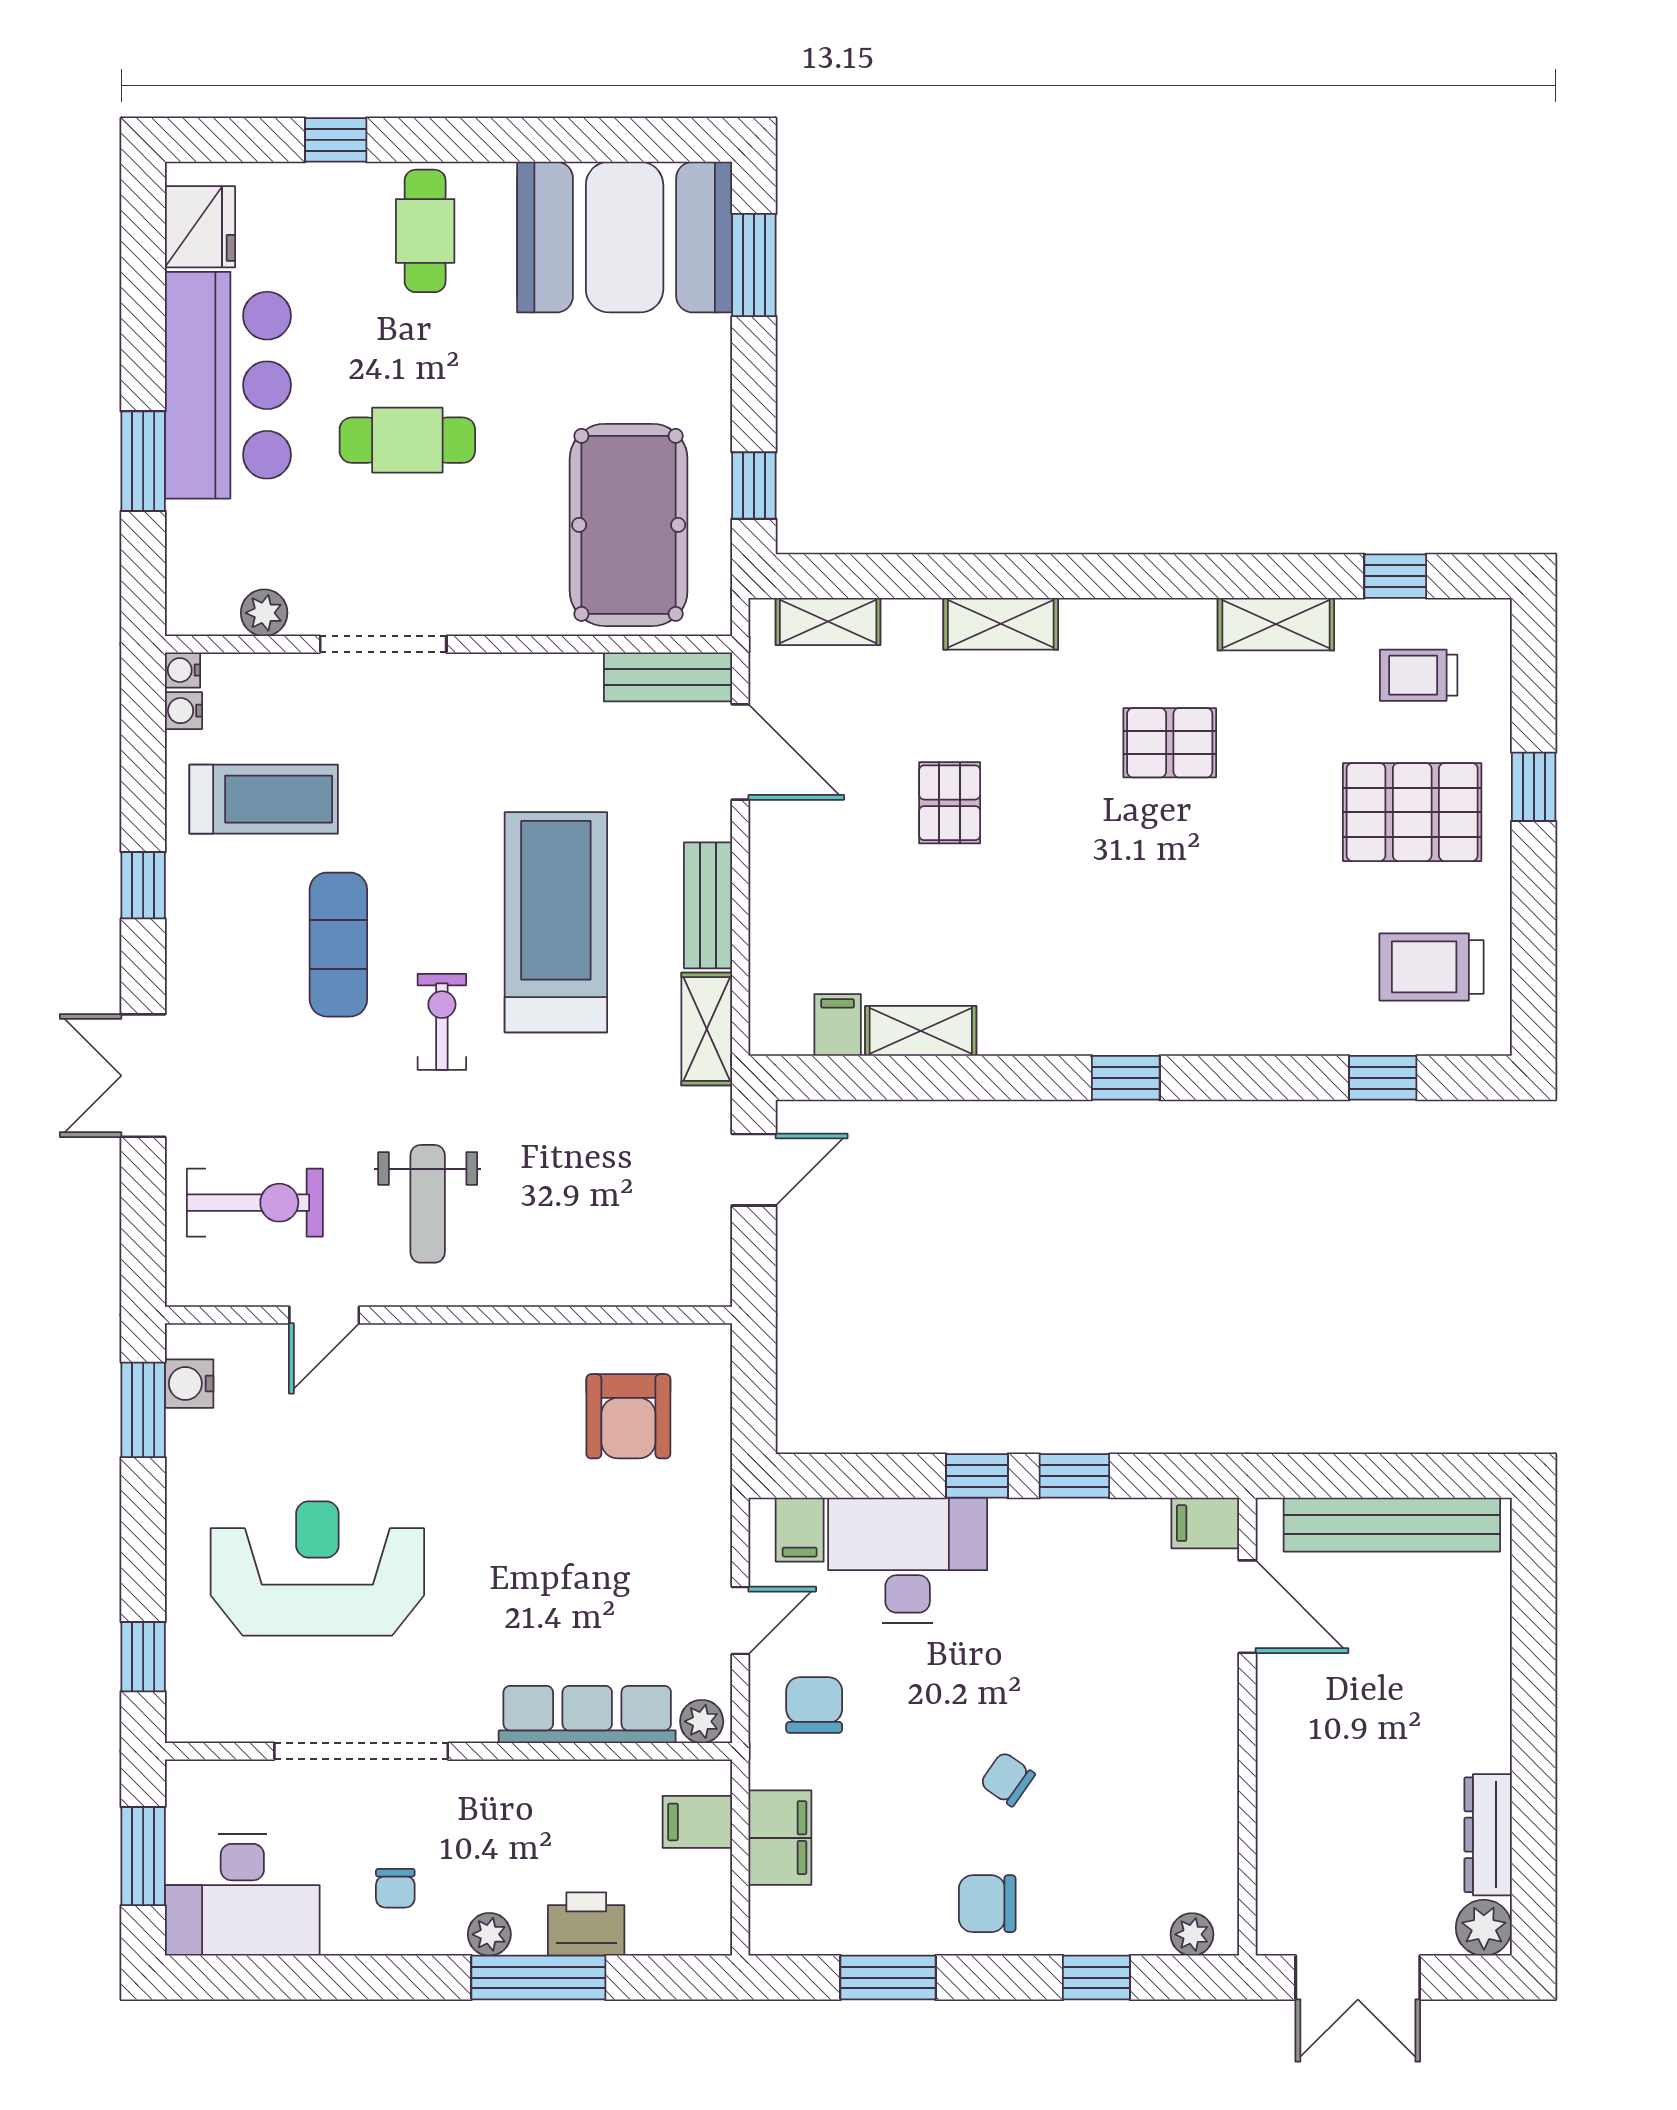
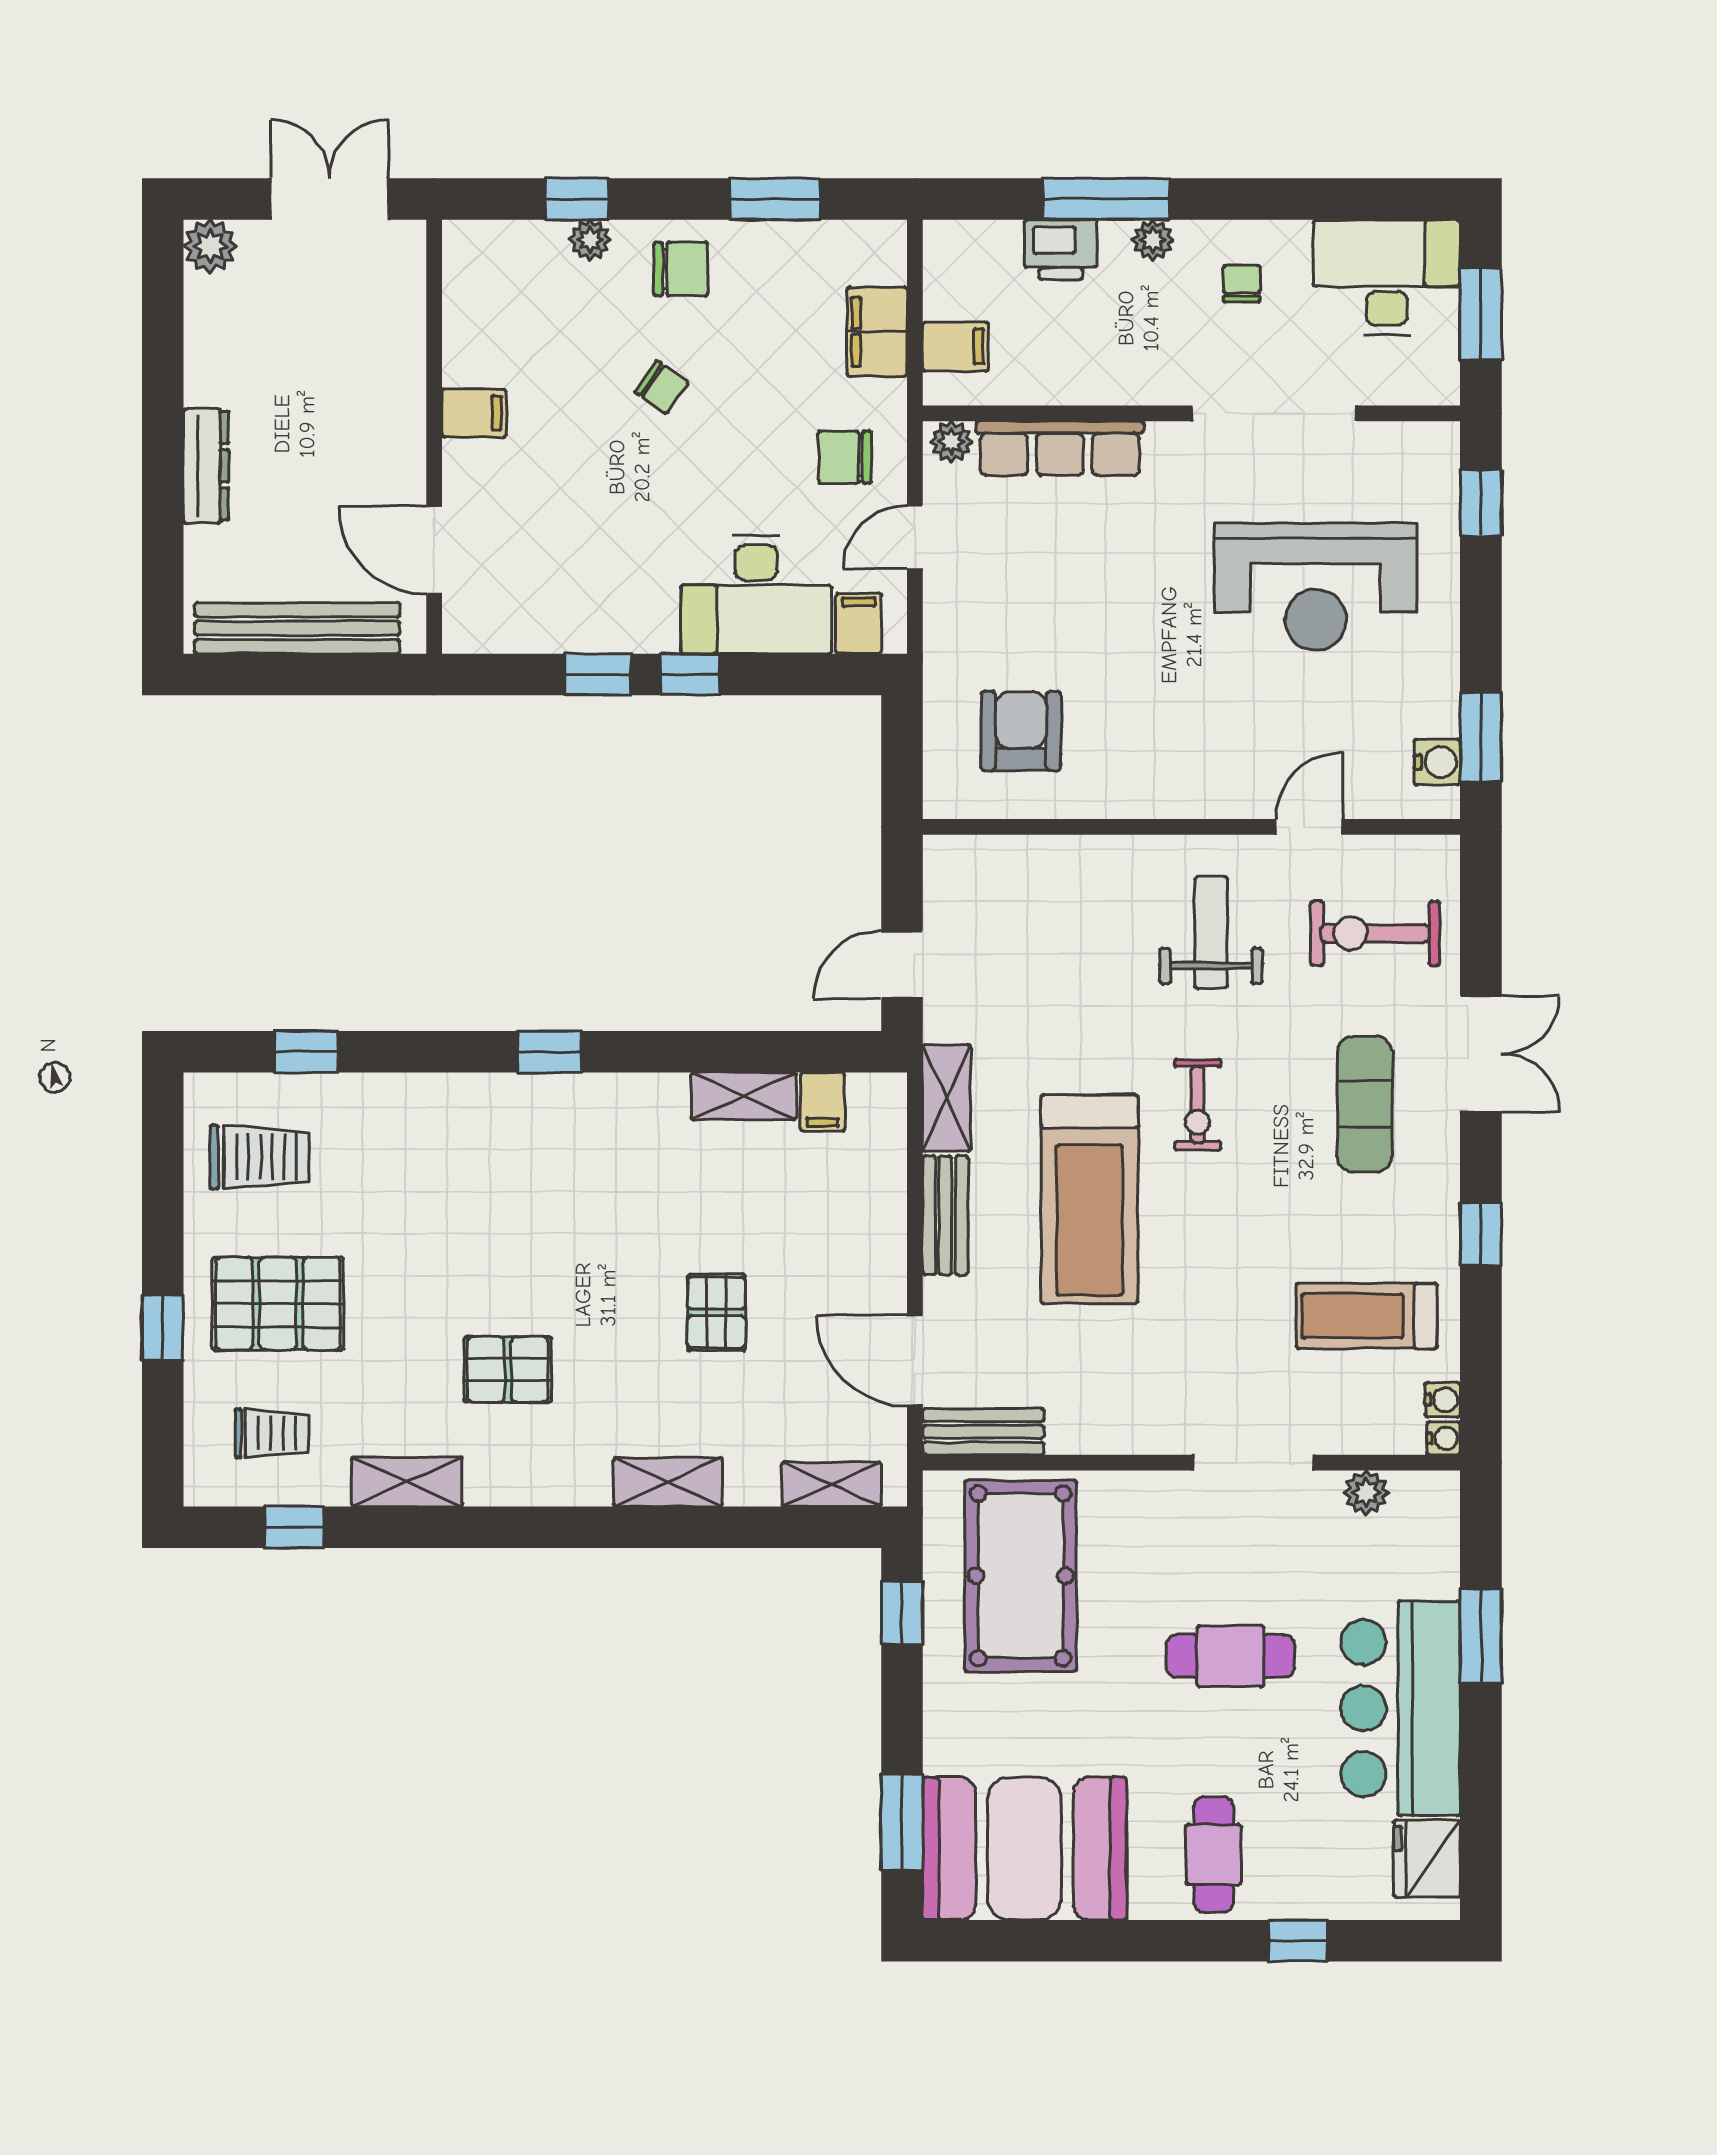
exercise mat: (338, 945) -> (1365, 1104), moved
filing cabinet: (1205, 1523) -> (474, 413), moved
chair: (814, 1705) -> (845, 457), turned 90
dresser: (1488, 1835) -> (206, 466), moved
plant: (1192, 1934) -> (590, 240), moved

